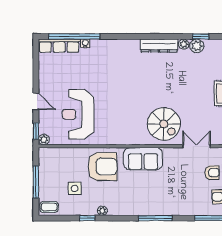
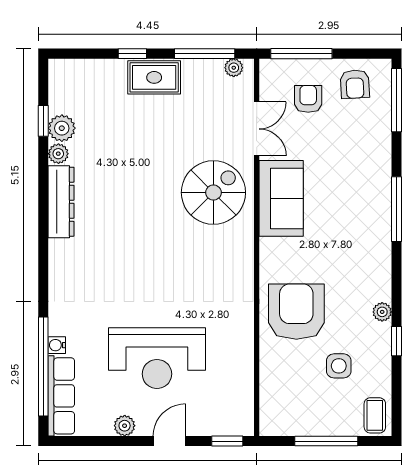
reception desk: (78, 114) -> (157, 358), moved
plant: (44, 140) -> (125, 426), moved
double door: (197, 146) -> (257, 129), swing flipped
sofa: (143, 159) -> (281, 198), moved

